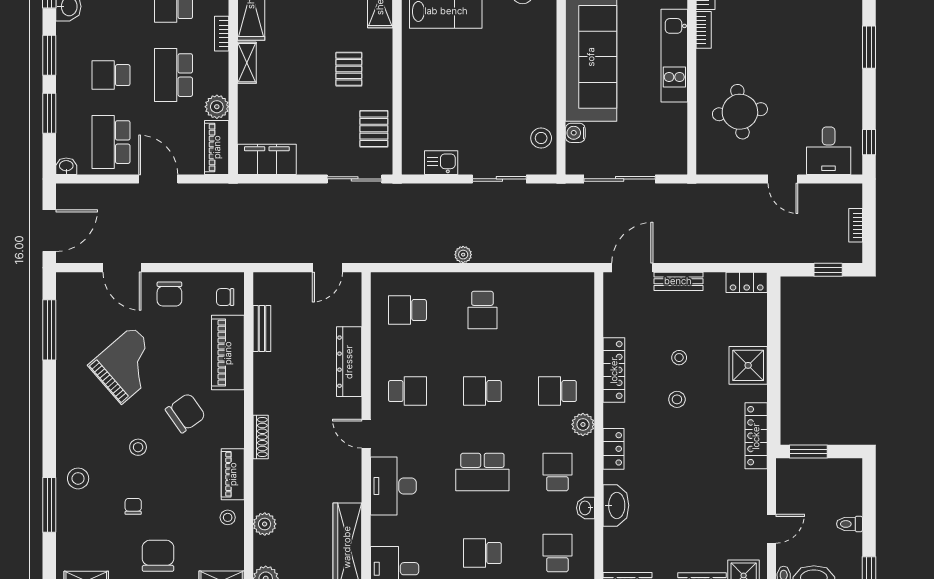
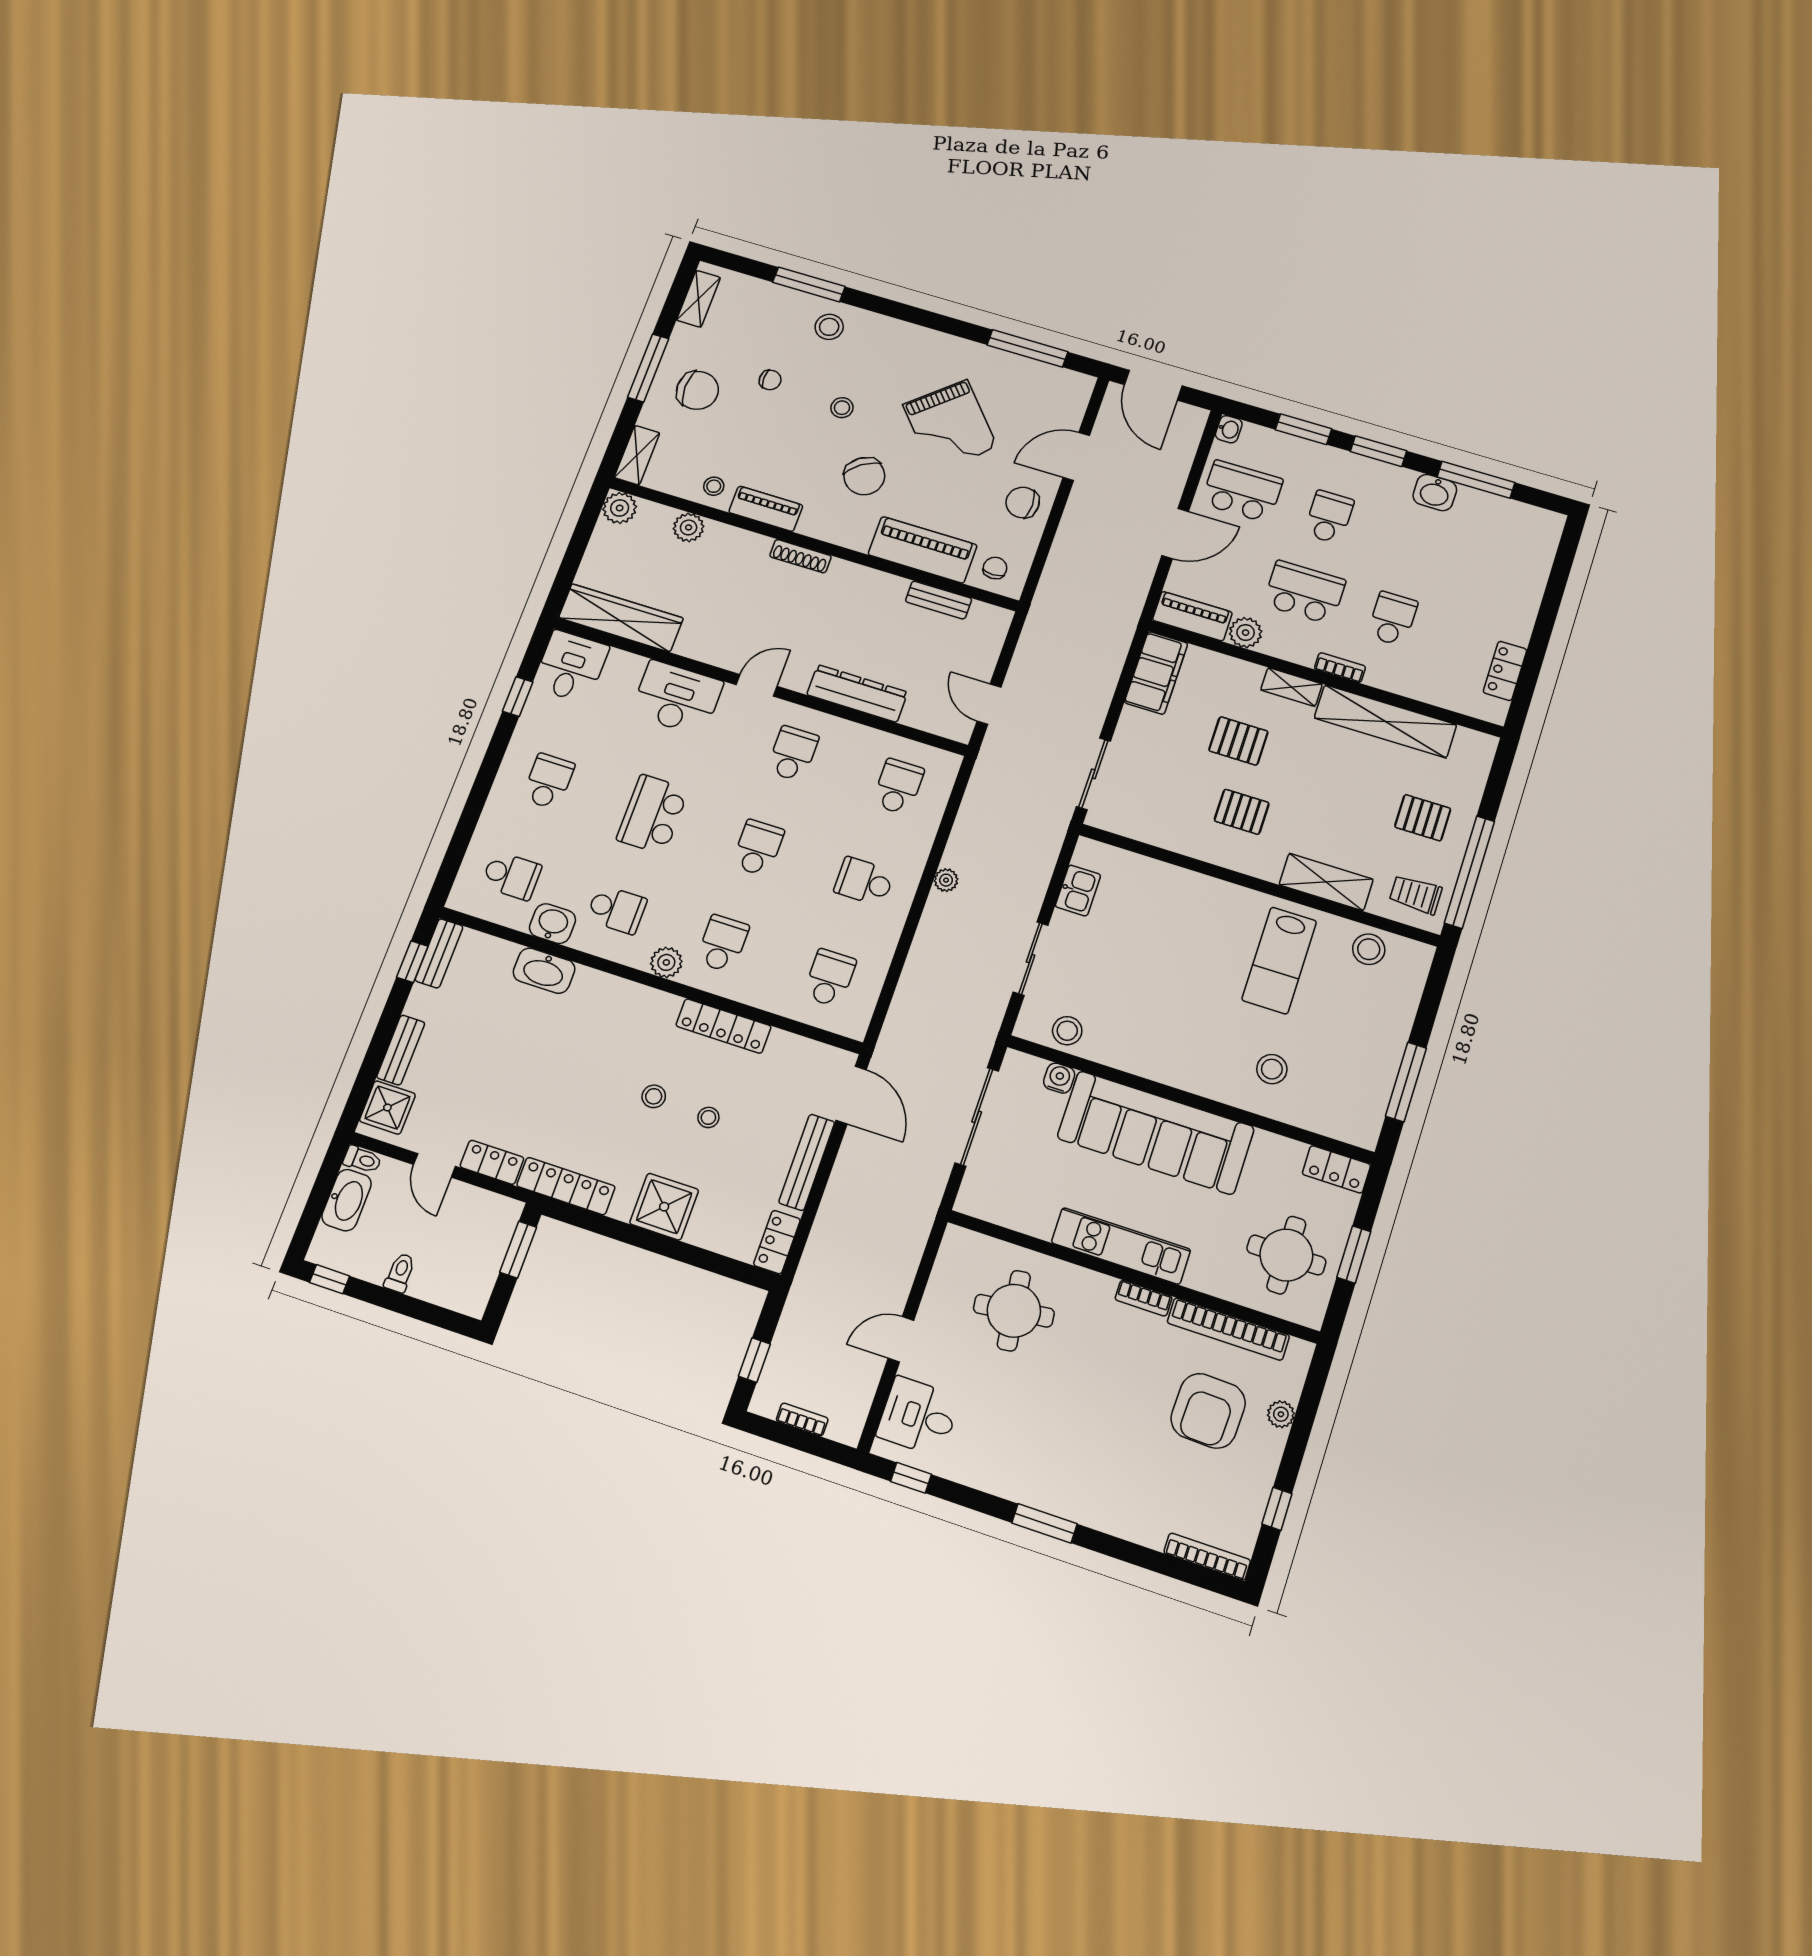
pallet: (374, 129) -> (1238, 741), moved
bench: (678, 281) -> (807, 1162), width x1.36
school desk: (557, 310) -> (830, 978), added
school desk: (407, 391) -> (793, 754), turned 180
locker: (614, 449) -> (492, 1162), moved, turned 180
washbasin: (585, 508) -> (552, 924), width x1.38, depth x1.45

